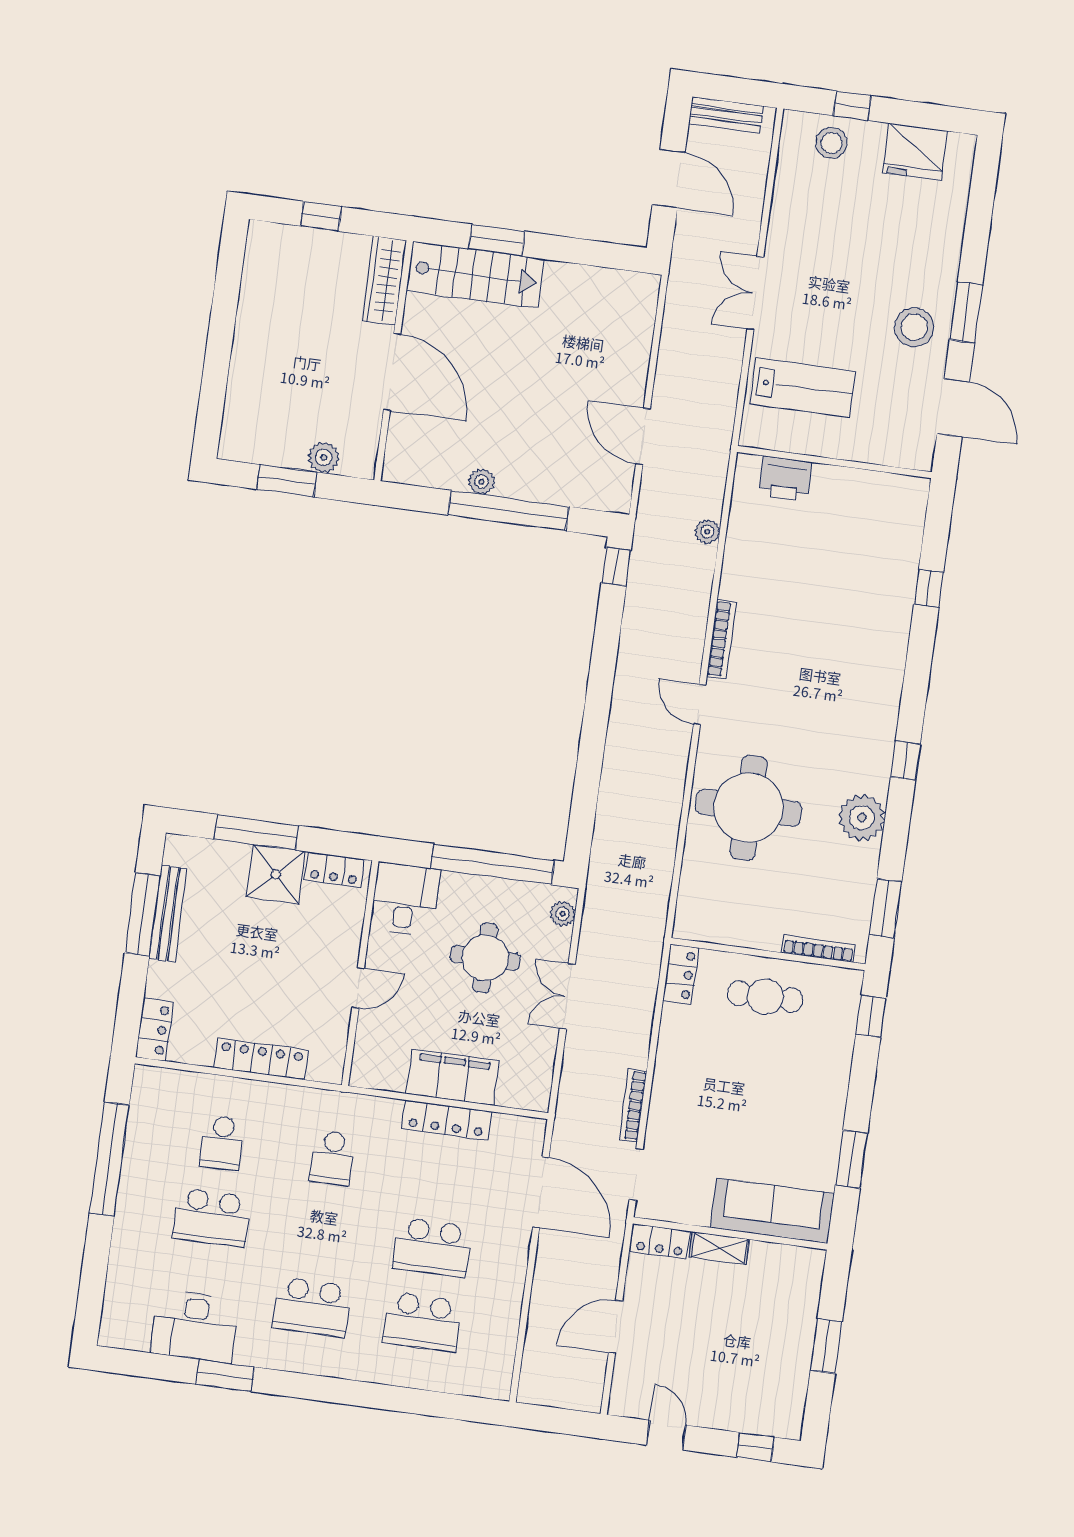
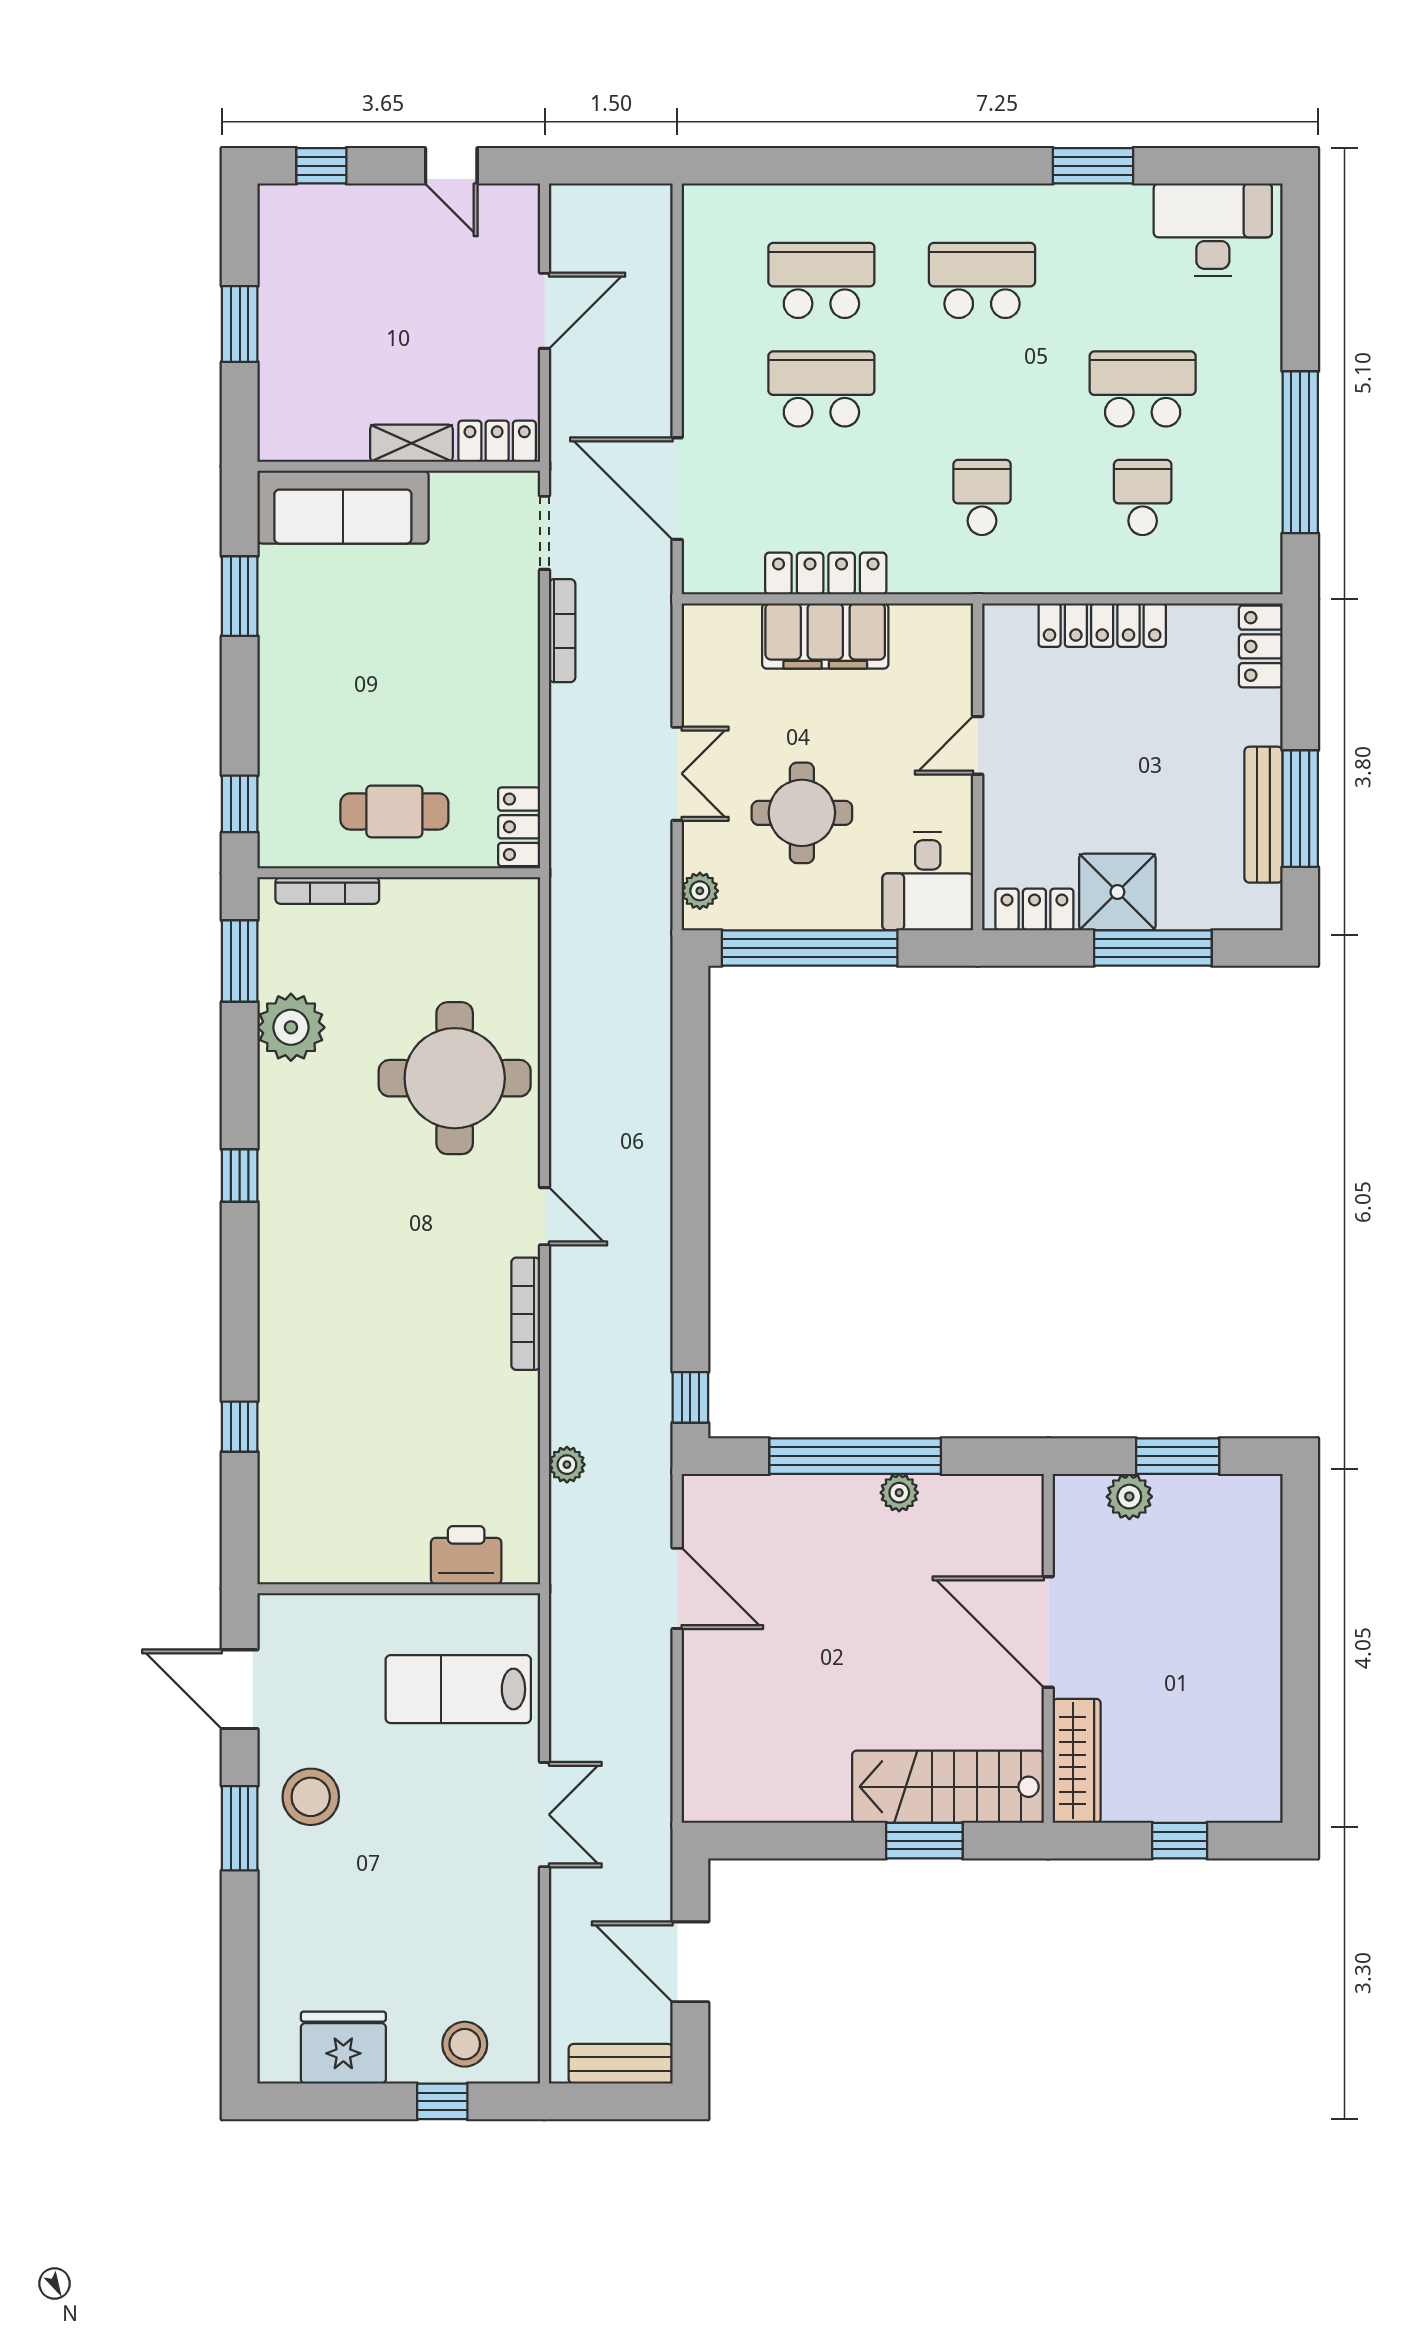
plant: (862, 818) -> (291, 1027), moved
desk: (195, 1327) -> (1213, 230), moved

